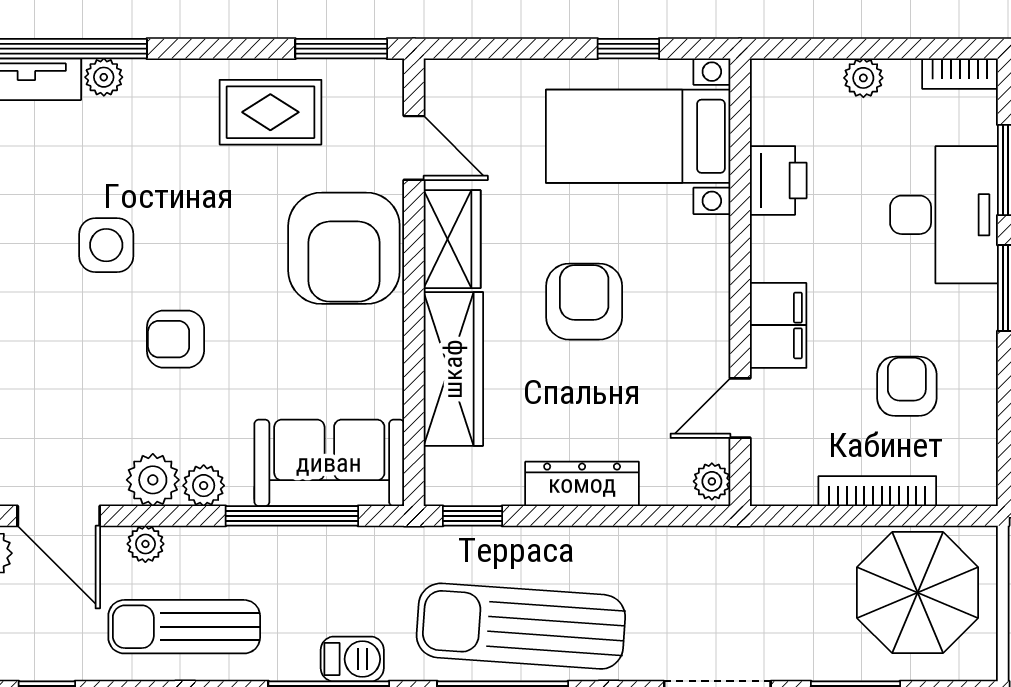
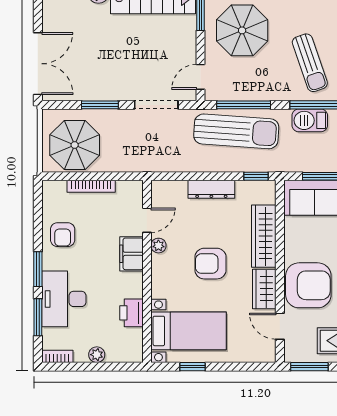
armchair: (344, 248) -> (308, 285), turned 90
armchair: (584, 302) -> (210, 264), turned 90
armchair: (907, 386) -> (63, 235), moved
plant: (712, 481) -> (158, 246), moved
barbecue: (352, 659) -> (310, 120), width x1.38, depth x1.27

